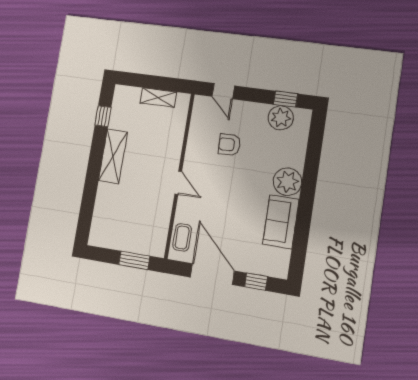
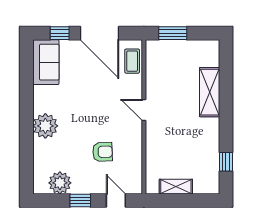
window: (286, 99) -> (80, 201), moved
shelving: (113, 156) -> (210, 92), moved
sofa: (281, 222) -> (46, 62), moved

